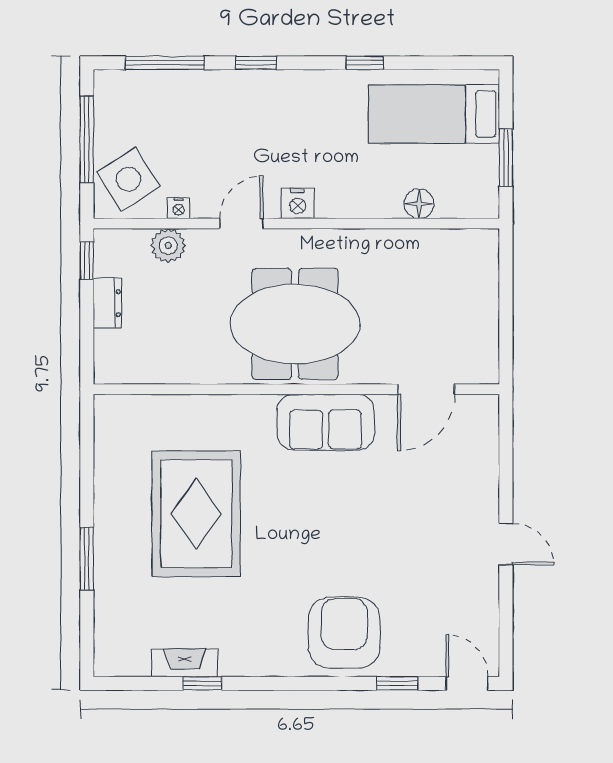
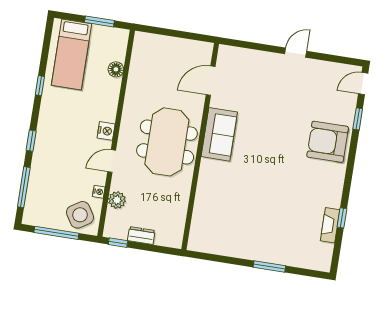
door: (242, 224) -> (112, 161), hinge flipped
door: (426, 389) -> (211, 81), swing flipped
rug: (196, 514) -> (255, 207), removed

